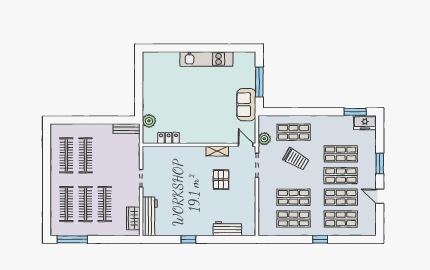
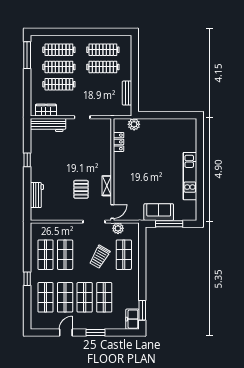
sofa: (246, 105) -> (159, 212), moved
bench: (127, 129) -> (127, 93), moved
pallet: (221, 180) -> (81, 189), turned 90

